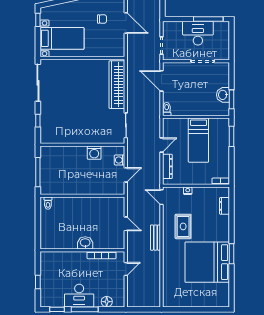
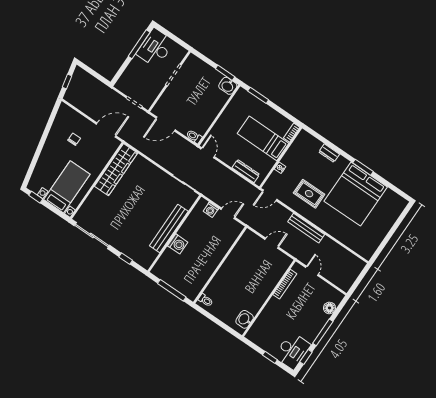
door: (126, 23) -> (106, 130), moved
desk: (198, 33) -> (155, 48), moved
wardrobe: (117, 85) -> (116, 170), moved, turned -90
washbasin: (223, 95) -> (228, 86), moved
bench: (83, 138) -> (169, 229), added
bed: (198, 140) -> (263, 138), moved, turned 180
door: (161, 145) -> (208, 153), moved
washing machine: (94, 153) -> (178, 244), moved
door: (126, 175) -> (228, 213), hinge flipped
dresser: (224, 206) -> (329, 153), moved
bench: (155, 238) -> (306, 228), width x1.36
washbasin: (85, 243) -> (245, 319), moved
desk: (79, 296) -> (292, 351), moved

